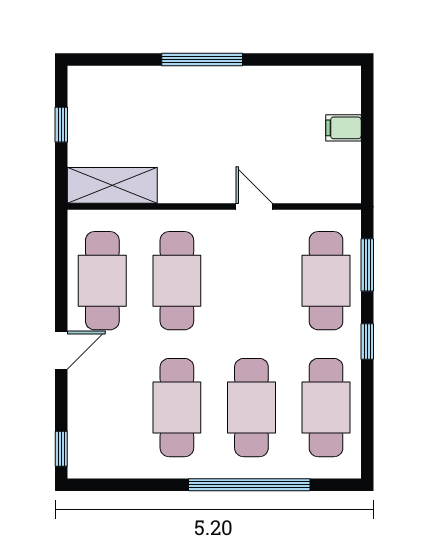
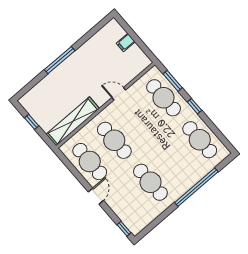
shelving: (112, 185) -> (73, 121), width x1.47
cafe table: (251, 408) -> (175, 161), removed

